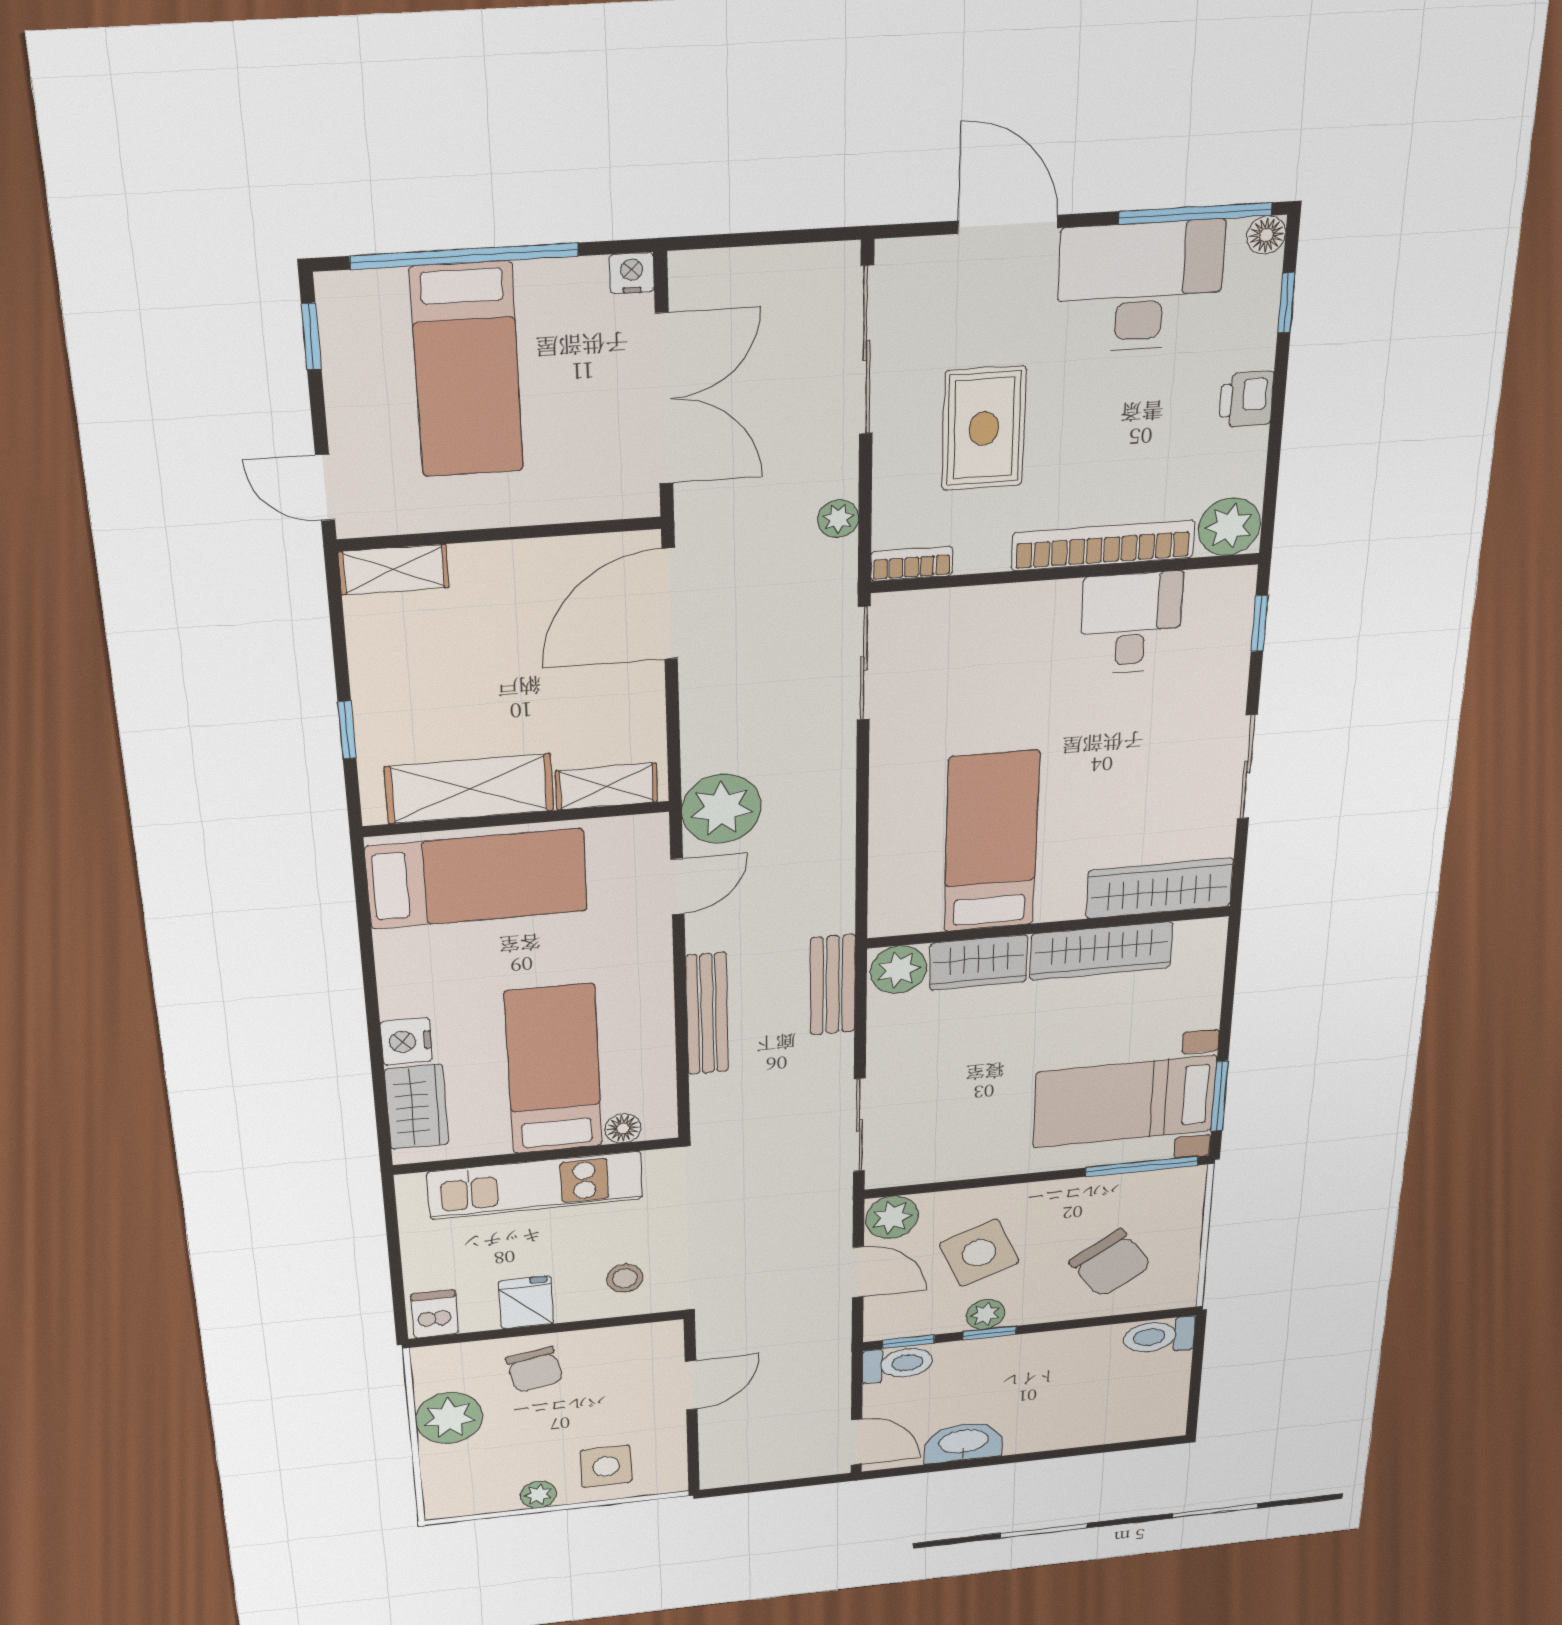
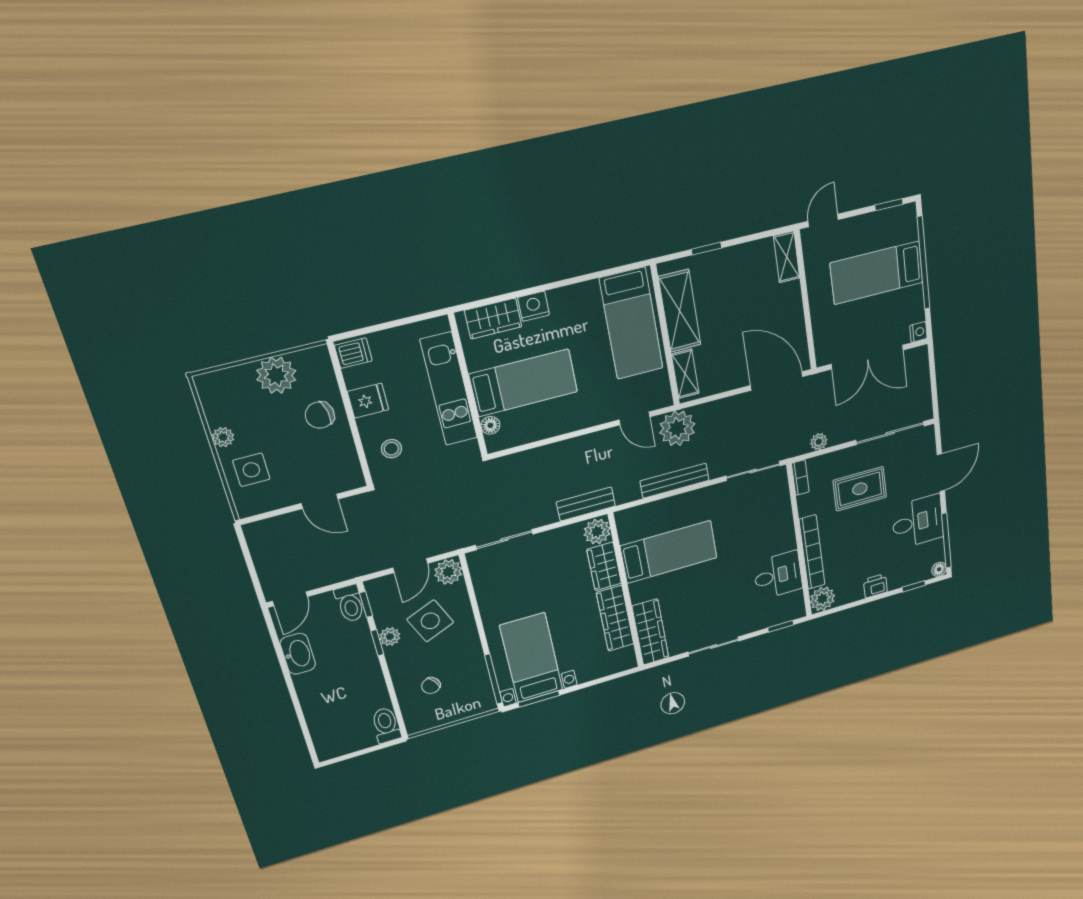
desk: (1140, 287) -> (918, 522), width x0.73
bench: (707, 1014) -> (675, 481), moved
chair: (1111, 1263) -> (431, 686), width x0.54, depth x0.54

